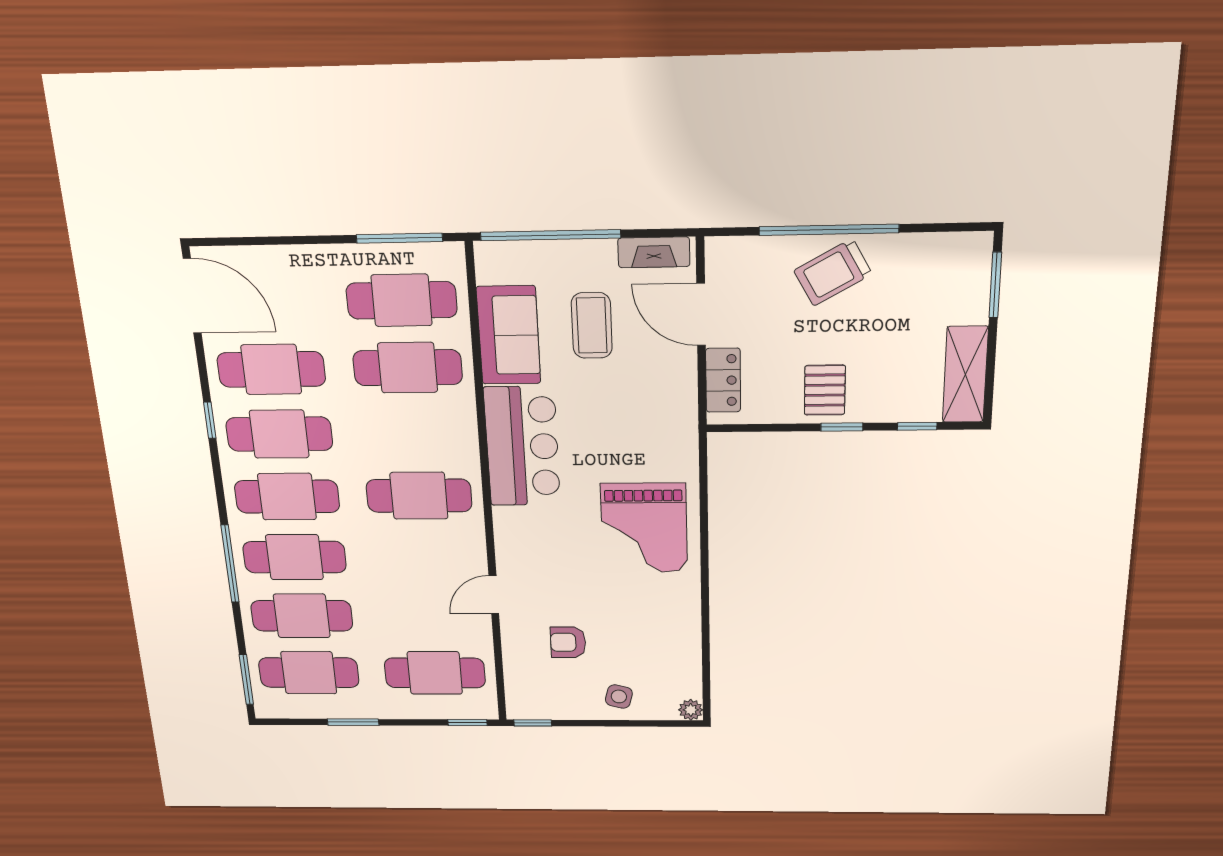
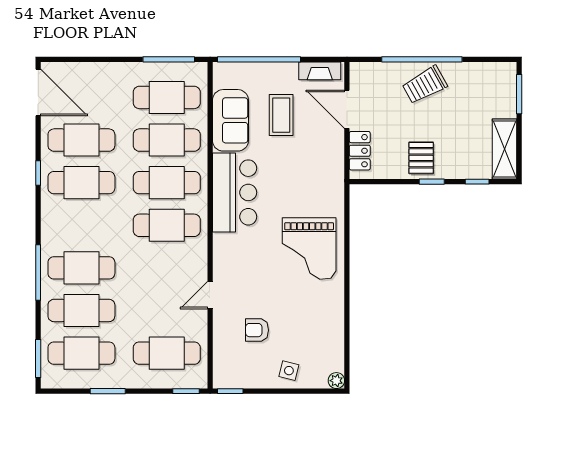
cafe table: (287, 497) -> (167, 183), moved

